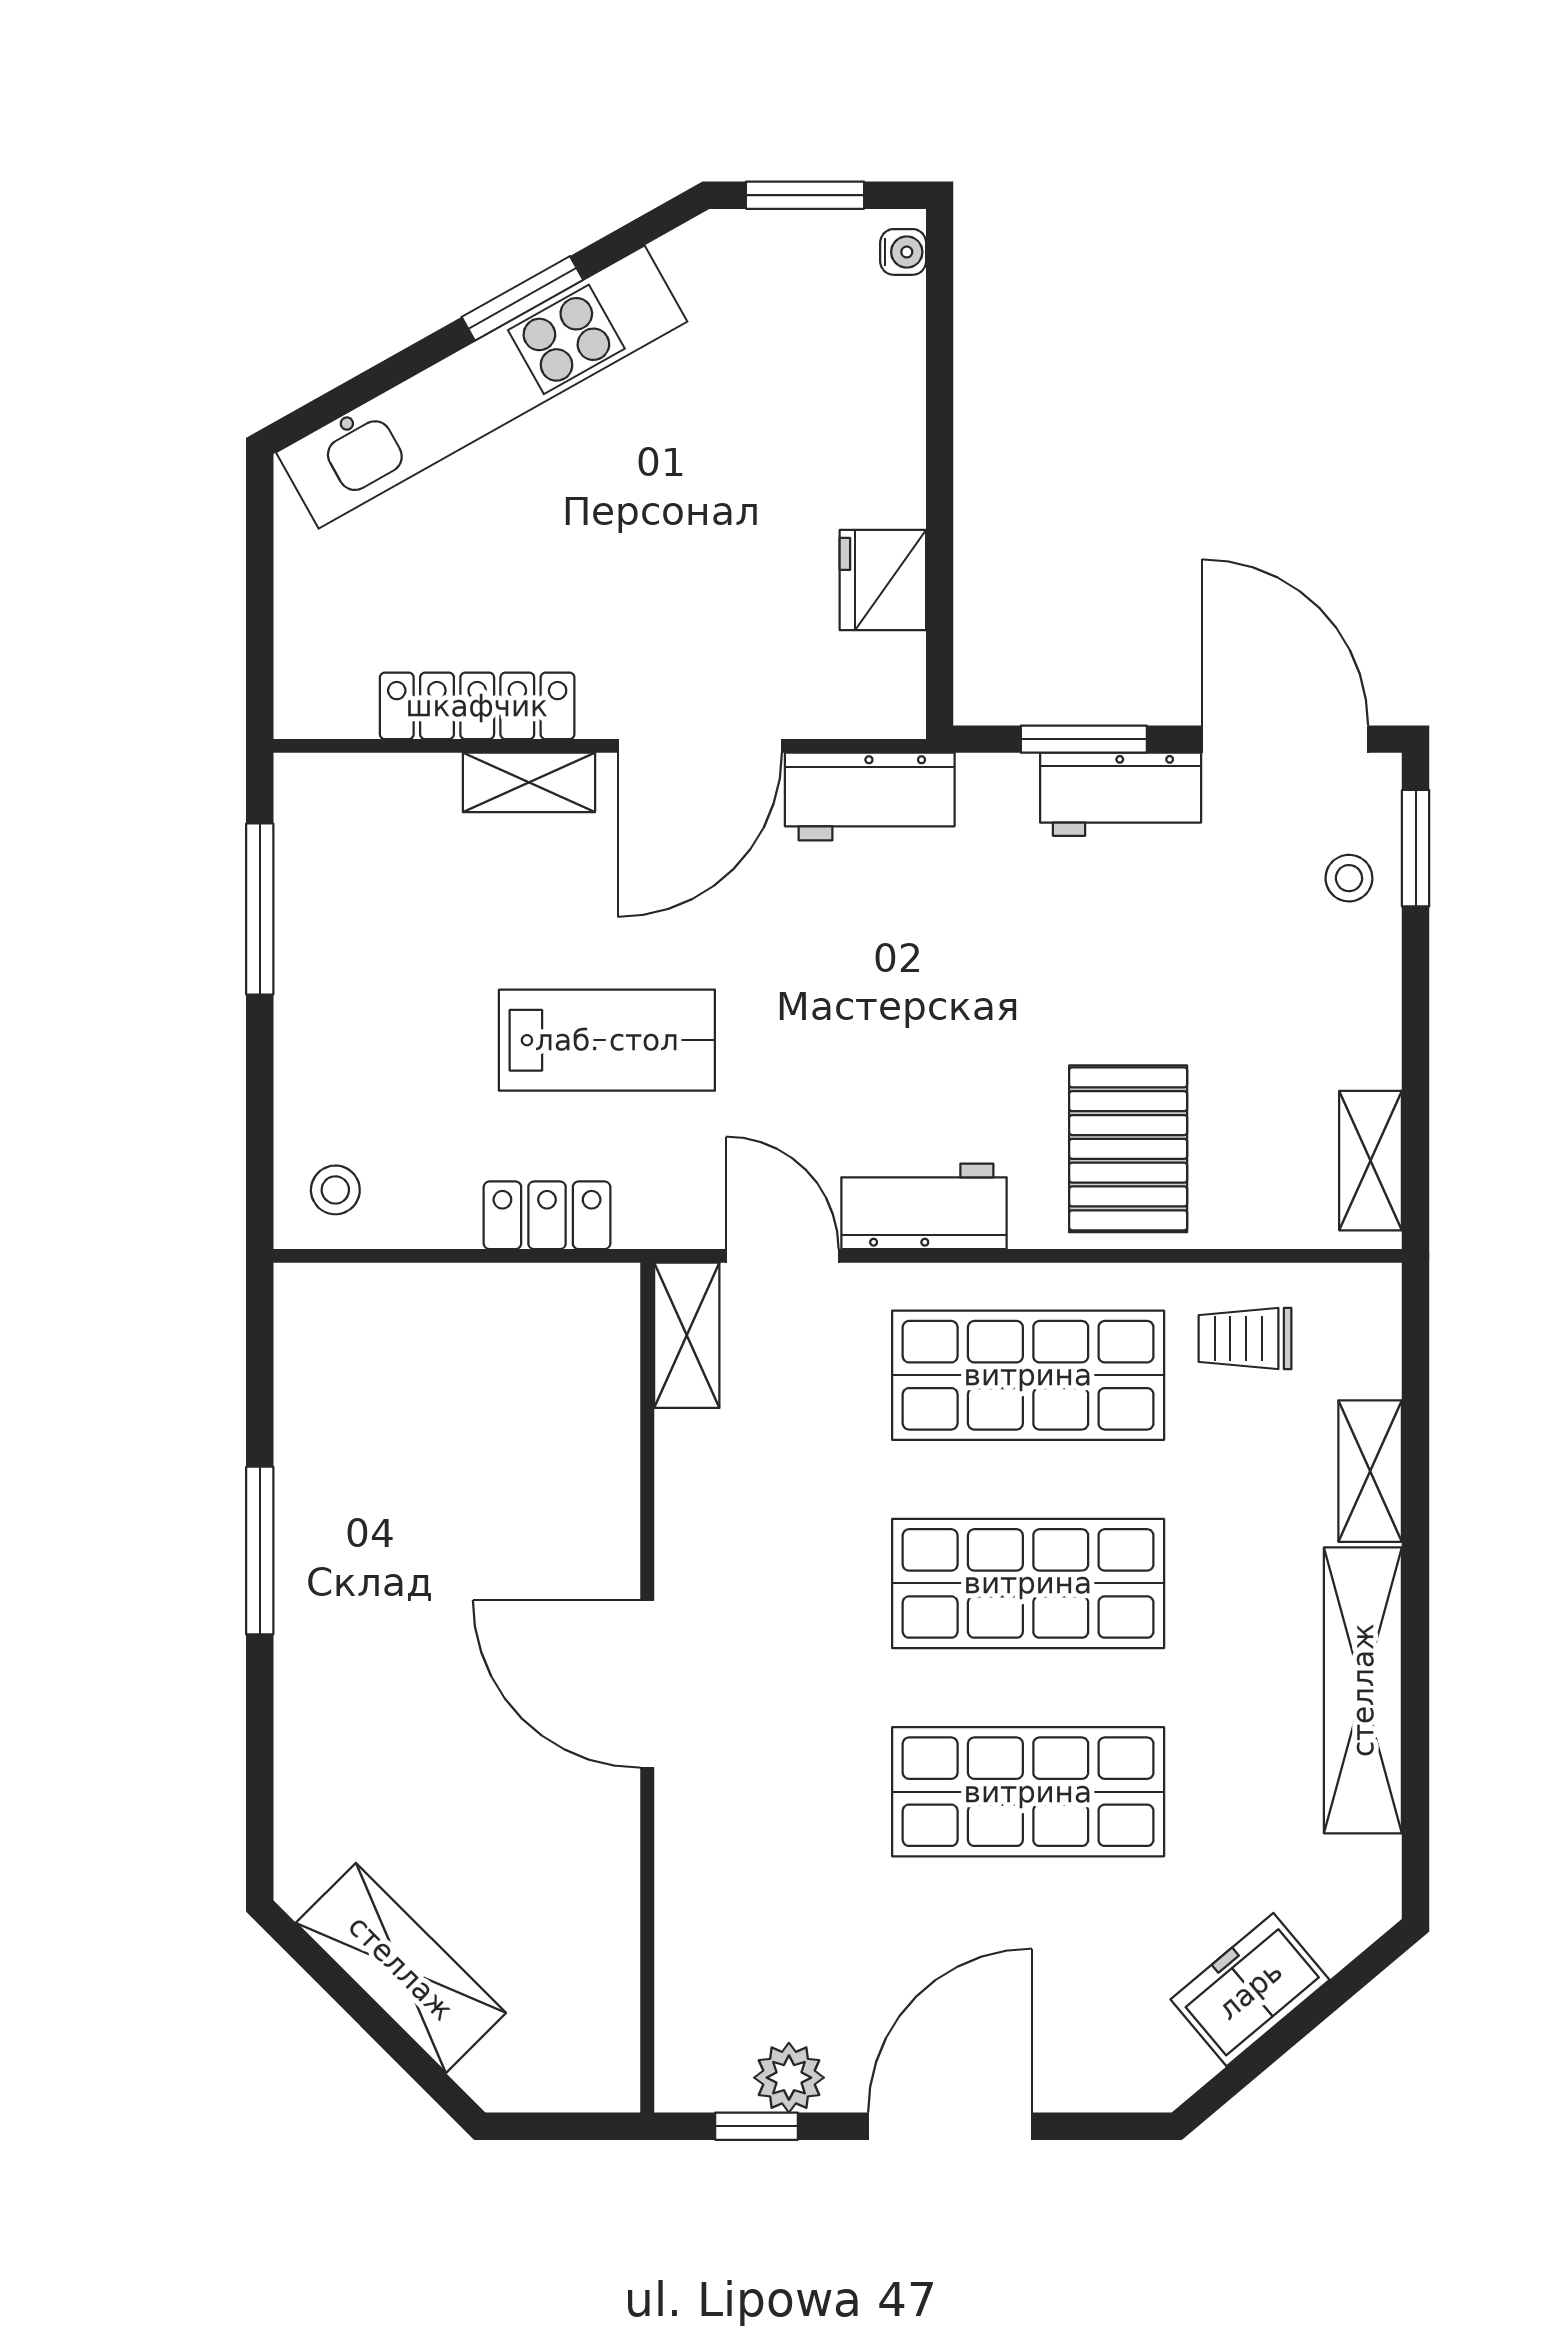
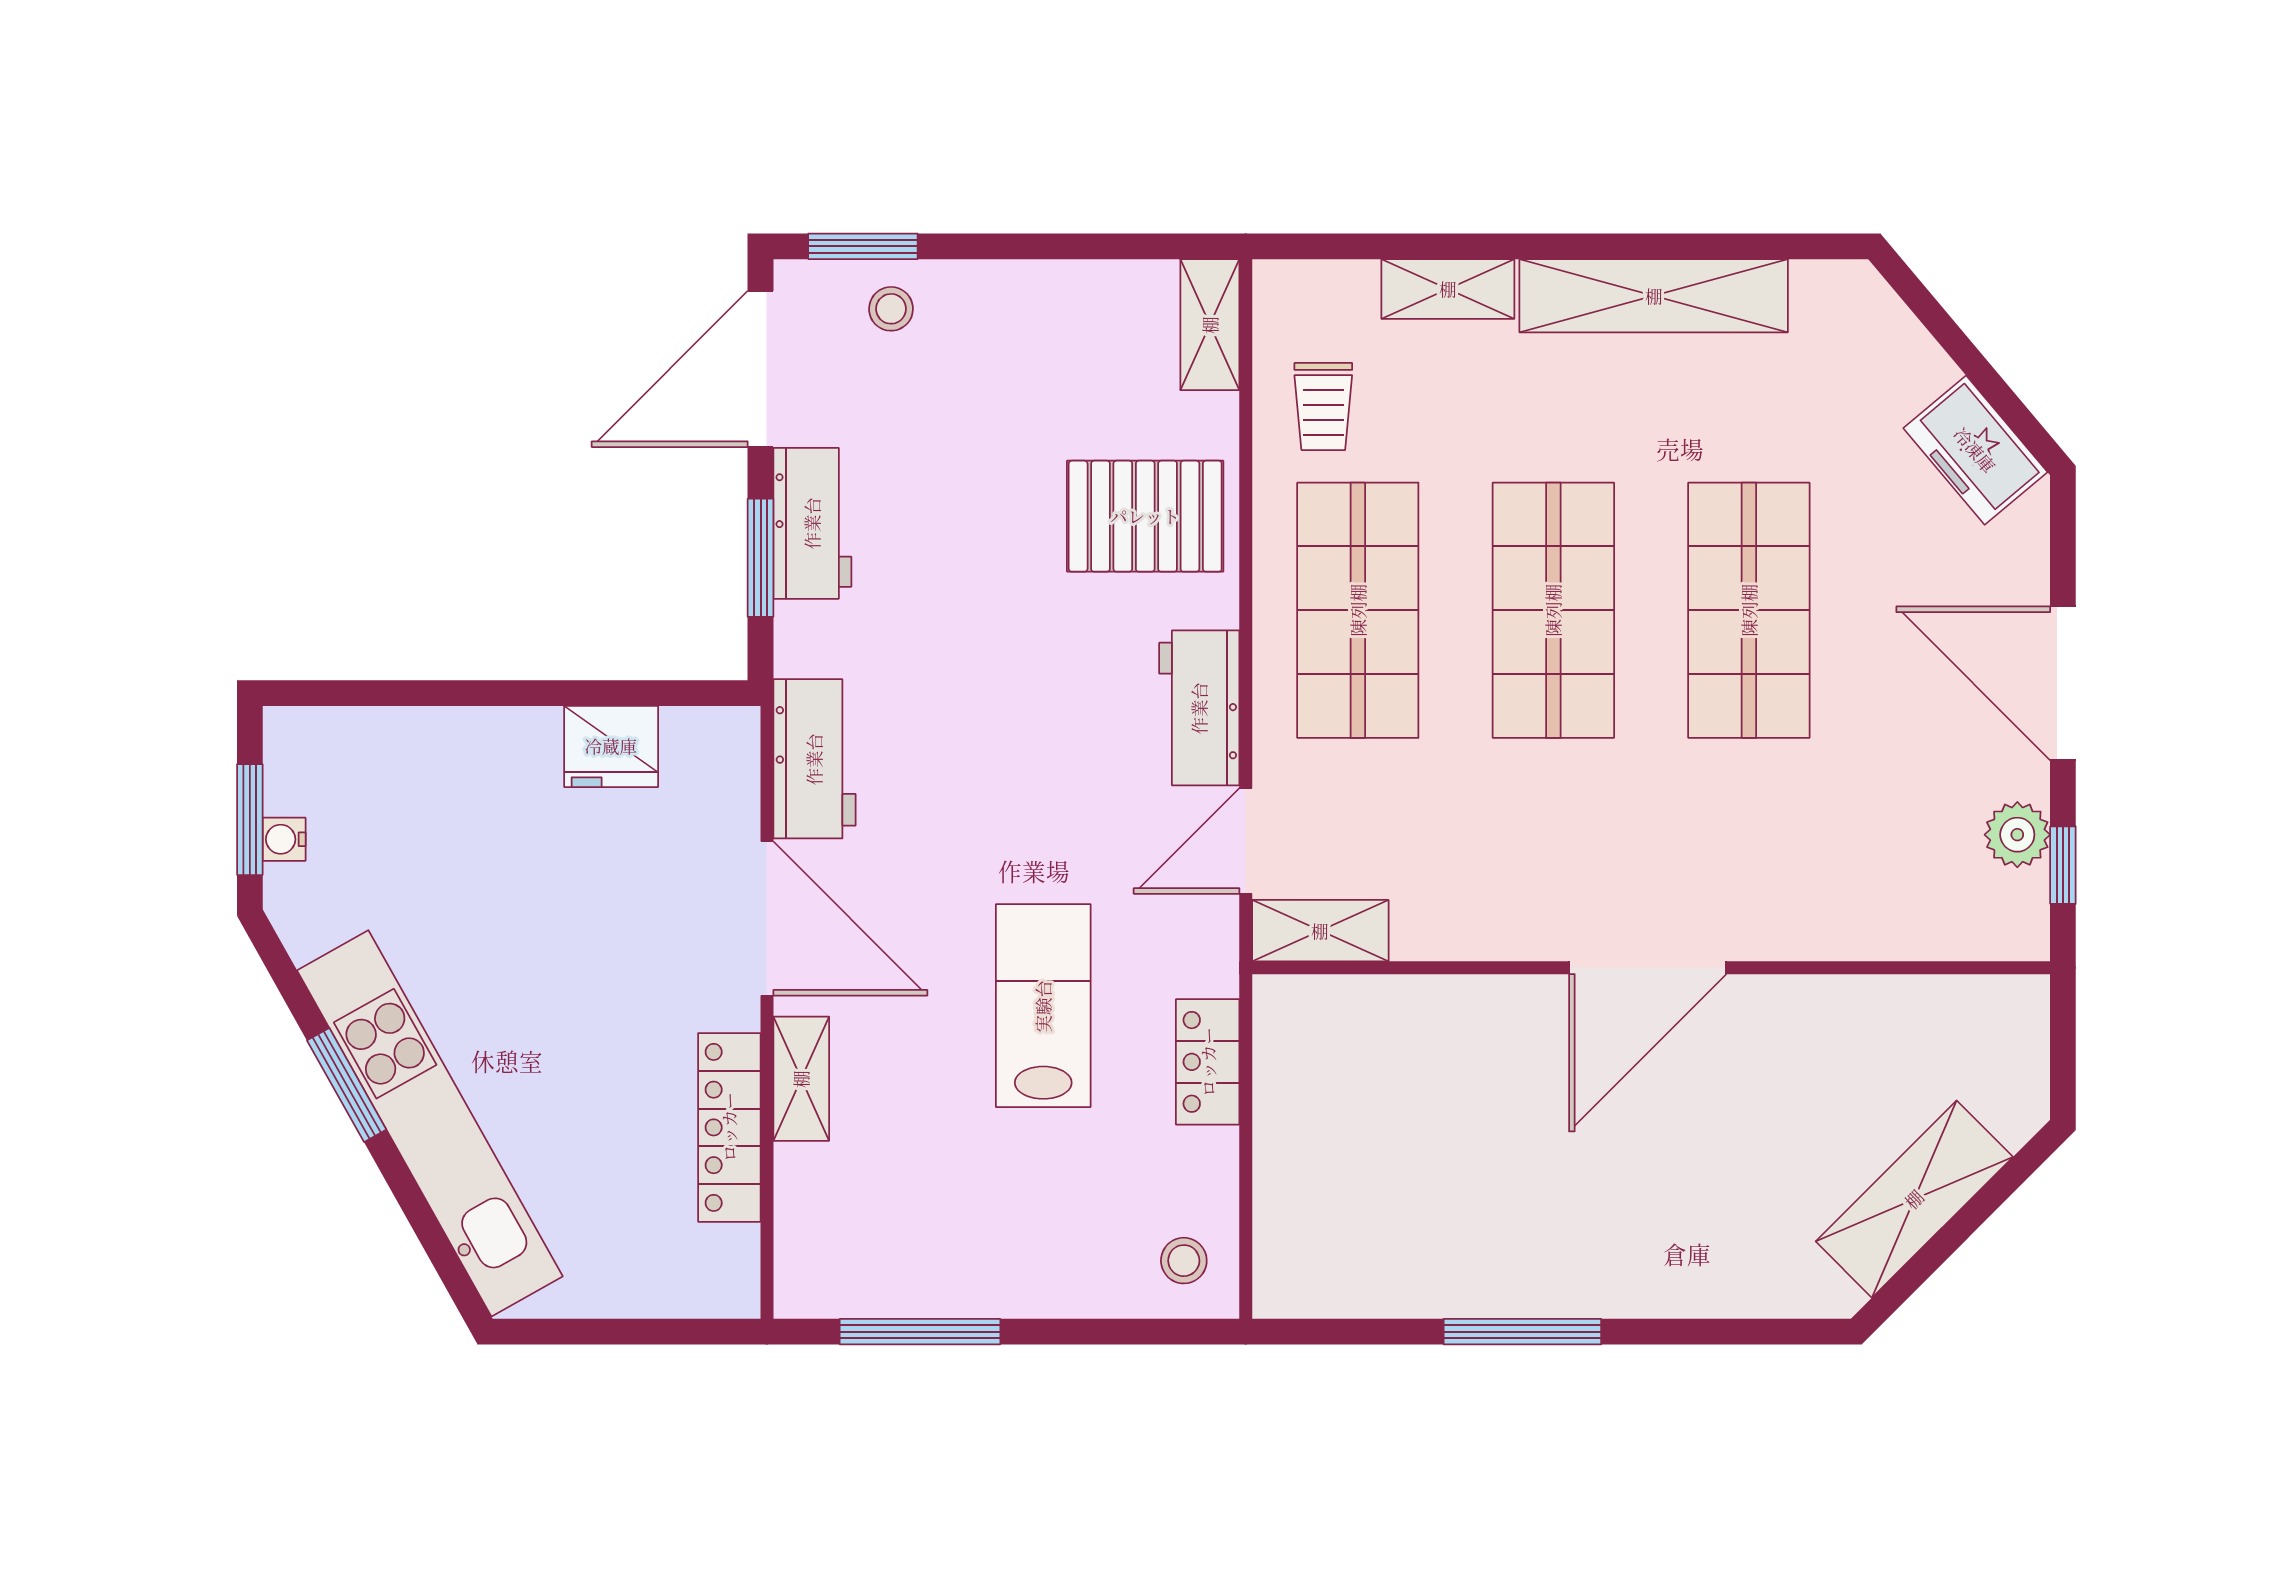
water cooler: (903, 252) -> (284, 839), moved, turned -90
shelving: (1371, 1161) -> (1210, 325), moved, turned 90
freezer: (1250, 1990) -> (1975, 450), moved

